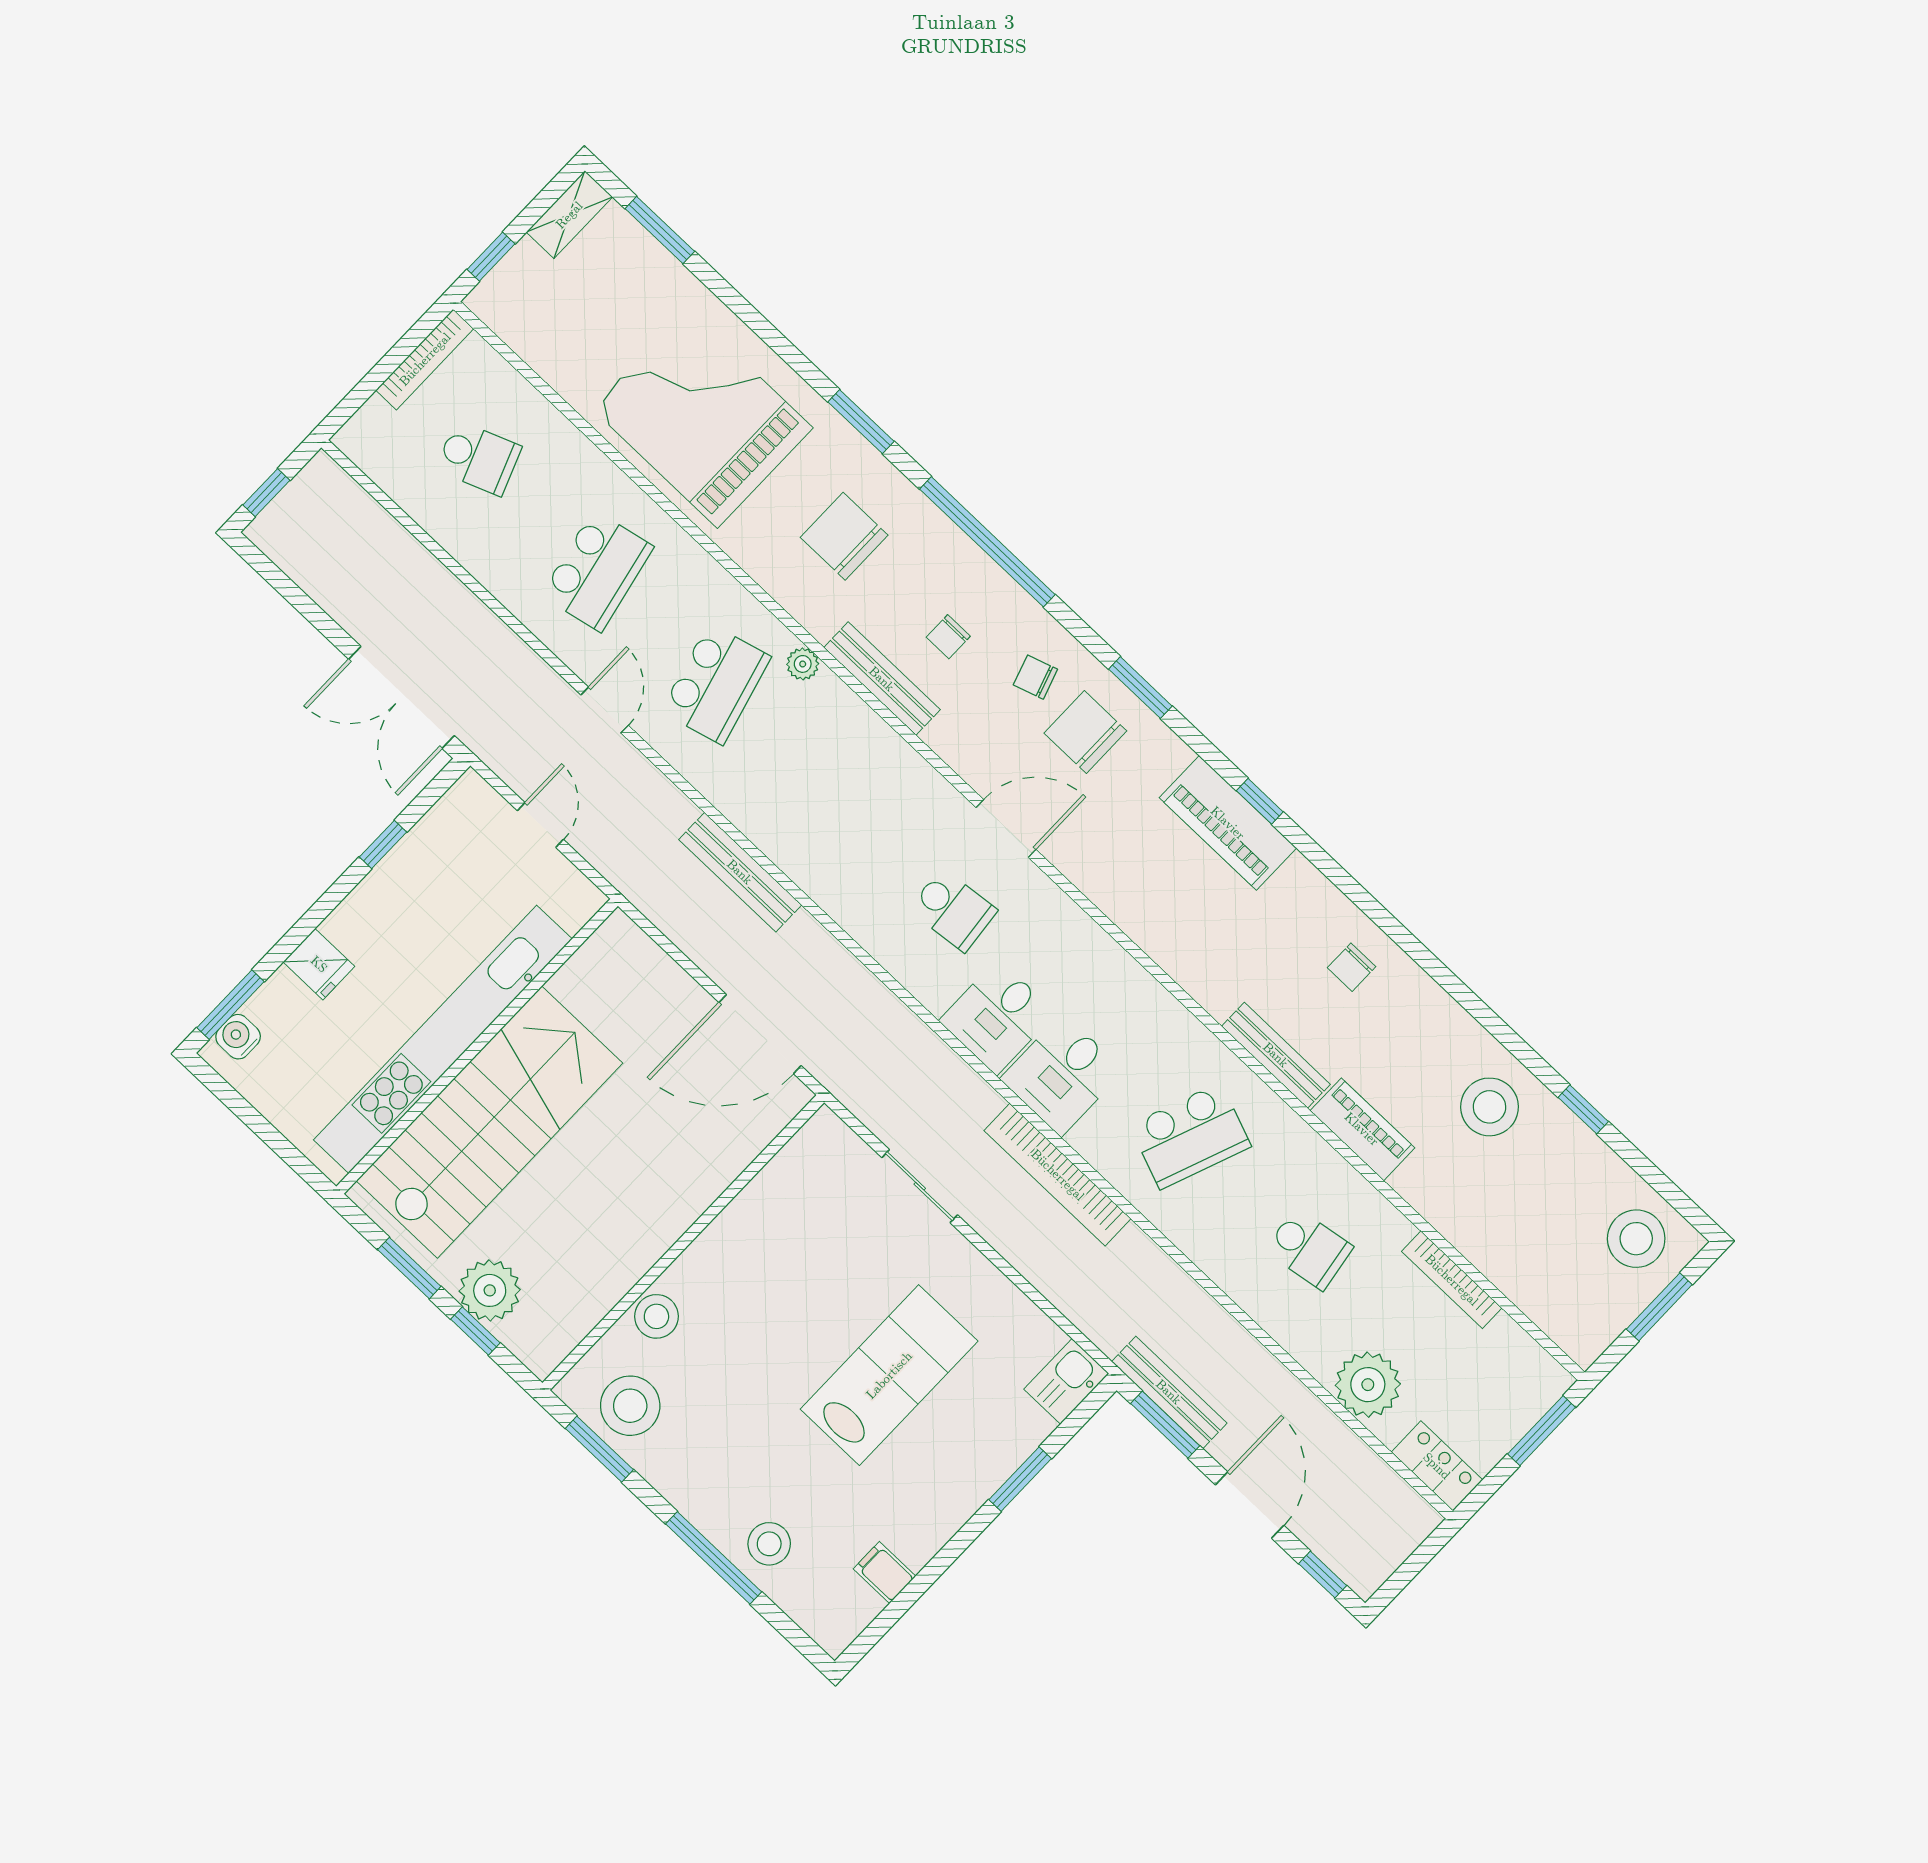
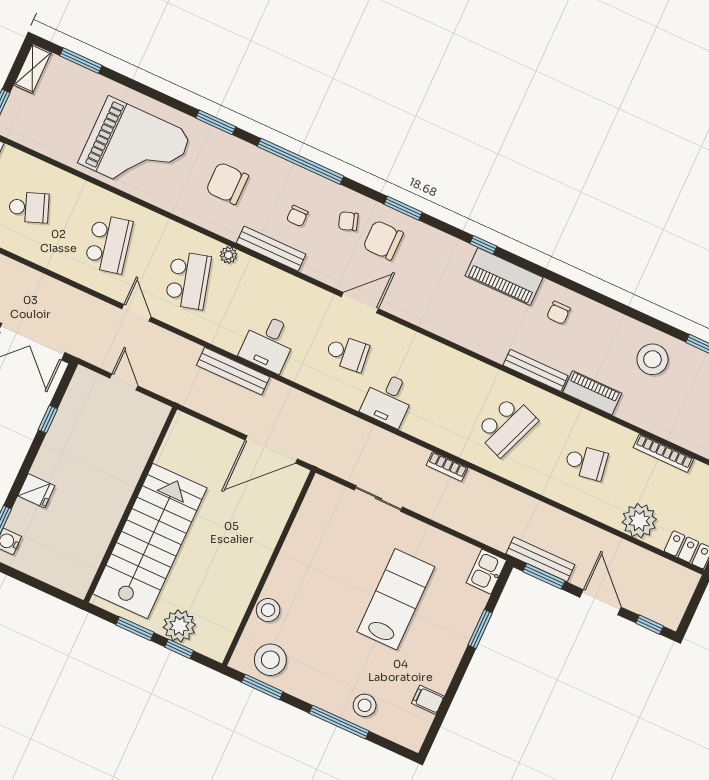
grand piano: (702, 418) -> (135, 148), turned 180
piano: (1228, 823) -> (504, 277), moved
kitchen unit: (443, 1039) -> (112, 507), removed
desk: (1062, 1075) -> (268, 343), moved
bookcase: (1058, 1175) -> (447, 467), width x0.43, depth x0.76

